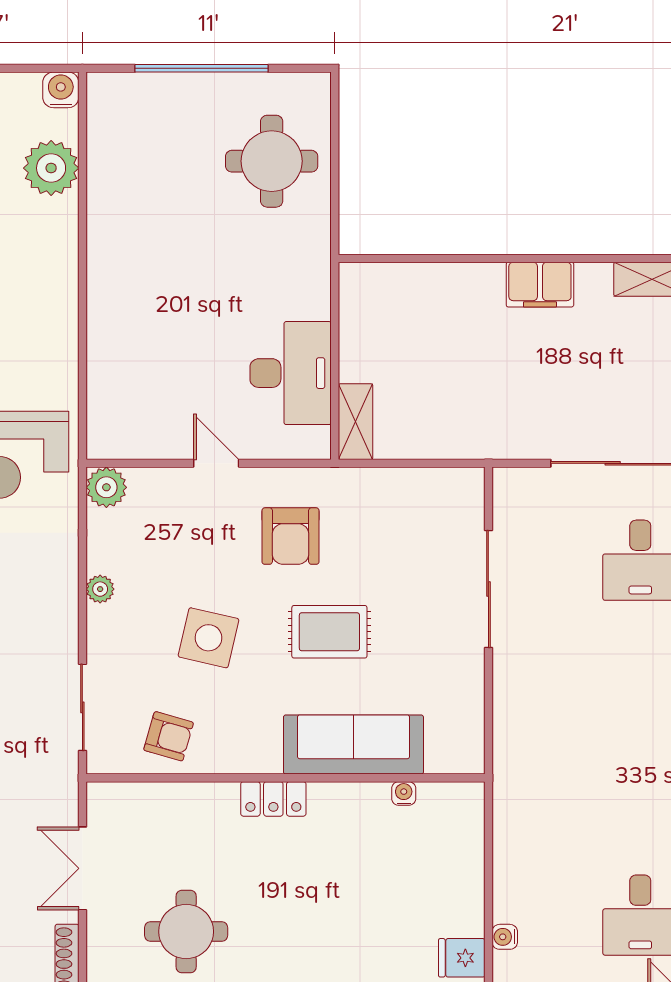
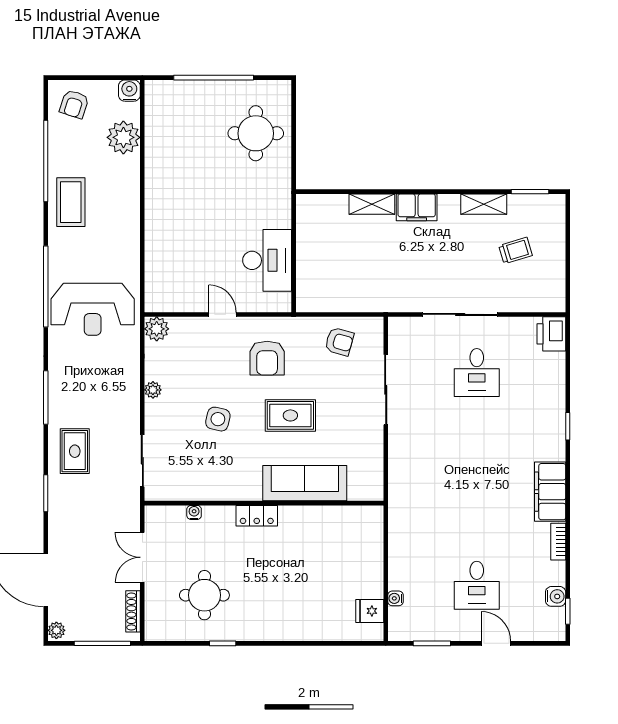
shelving: (356, 422) -> (372, 204), moved, turned 90
side table: (208, 638) -> (218, 419), width x0.73, depth x0.73
armchair: (169, 736) -> (339, 342), moved
water cooler: (404, 793) -> (194, 512), moved

